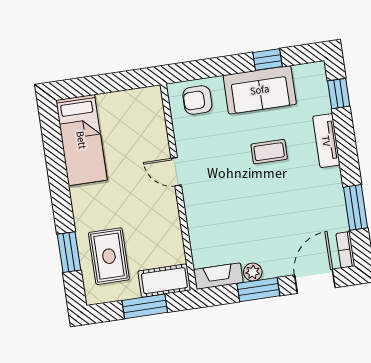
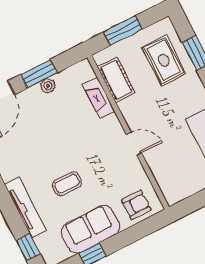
tv unit: (326, 141) -> (25, 207), width x1.41
fireplace: (218, 276) -> (99, 98), moved, turned 90
cot: (164, 281) -> (116, 80), moved, turned 90

